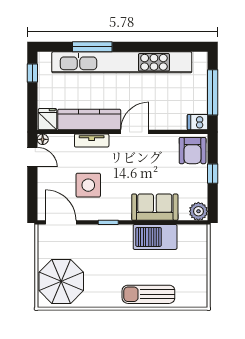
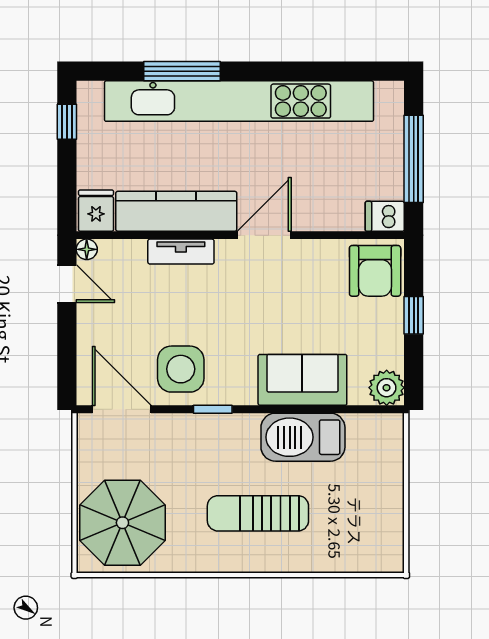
side table: (88, 185) -> (181, 369), moved
sun lounger: (148, 294) -> (258, 513), moved

